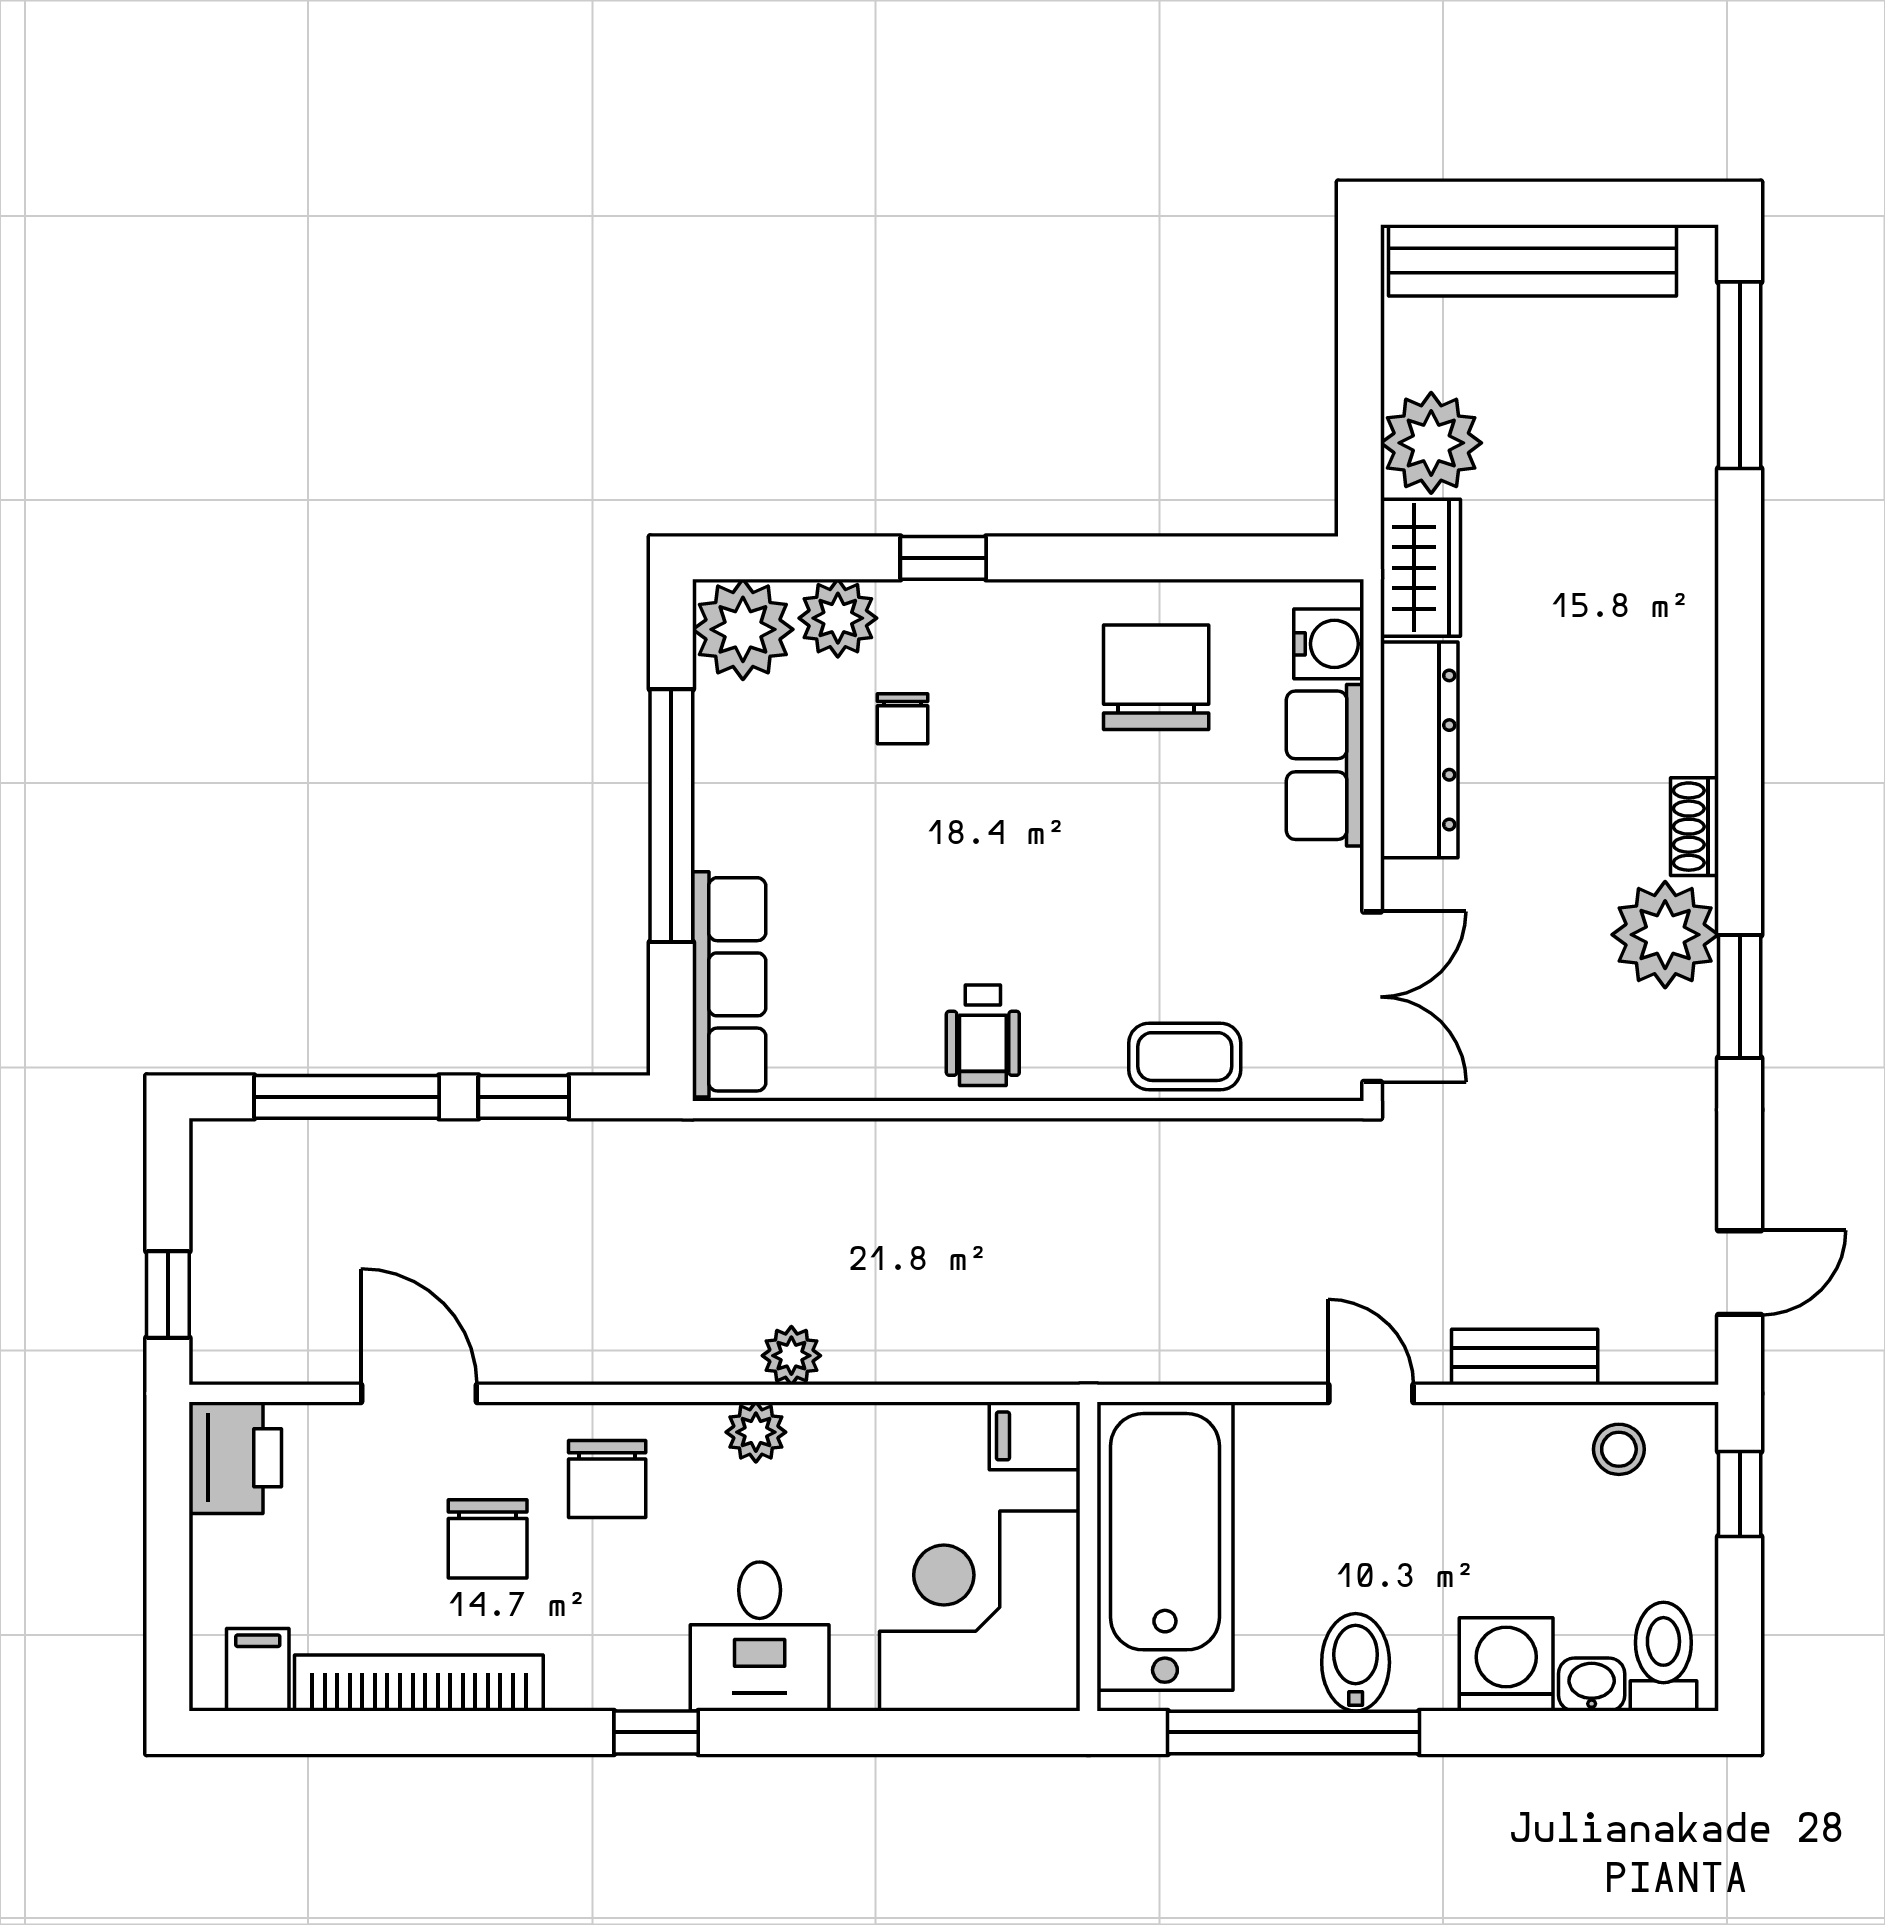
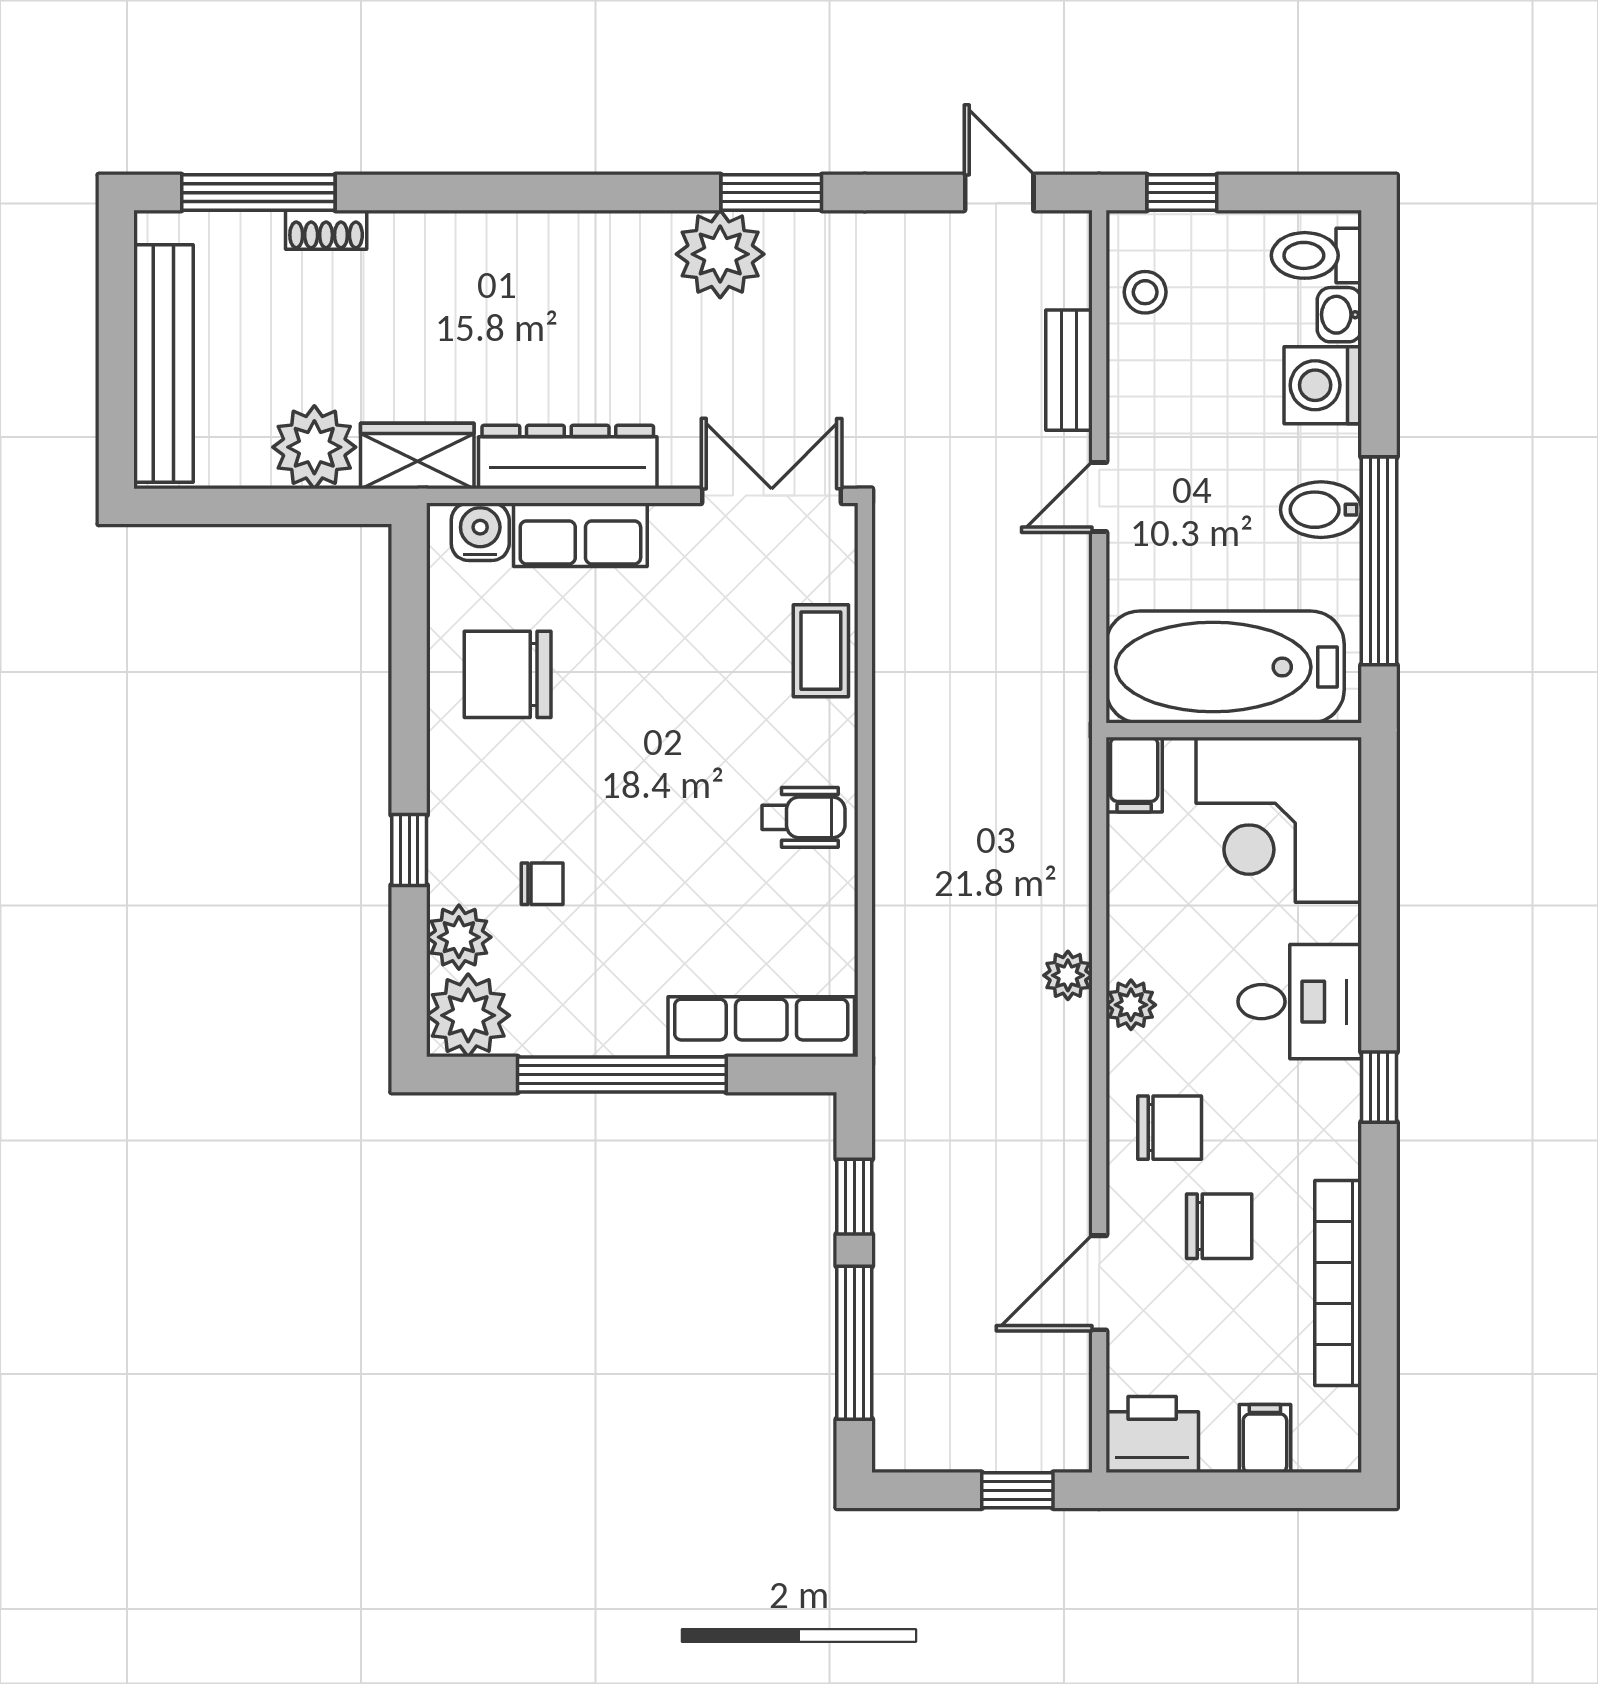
shoe rack: (1695, 827) -> (326, 230), moved
filing cabinet: (258, 1670) -> (1265, 1438), moved, turned 90

